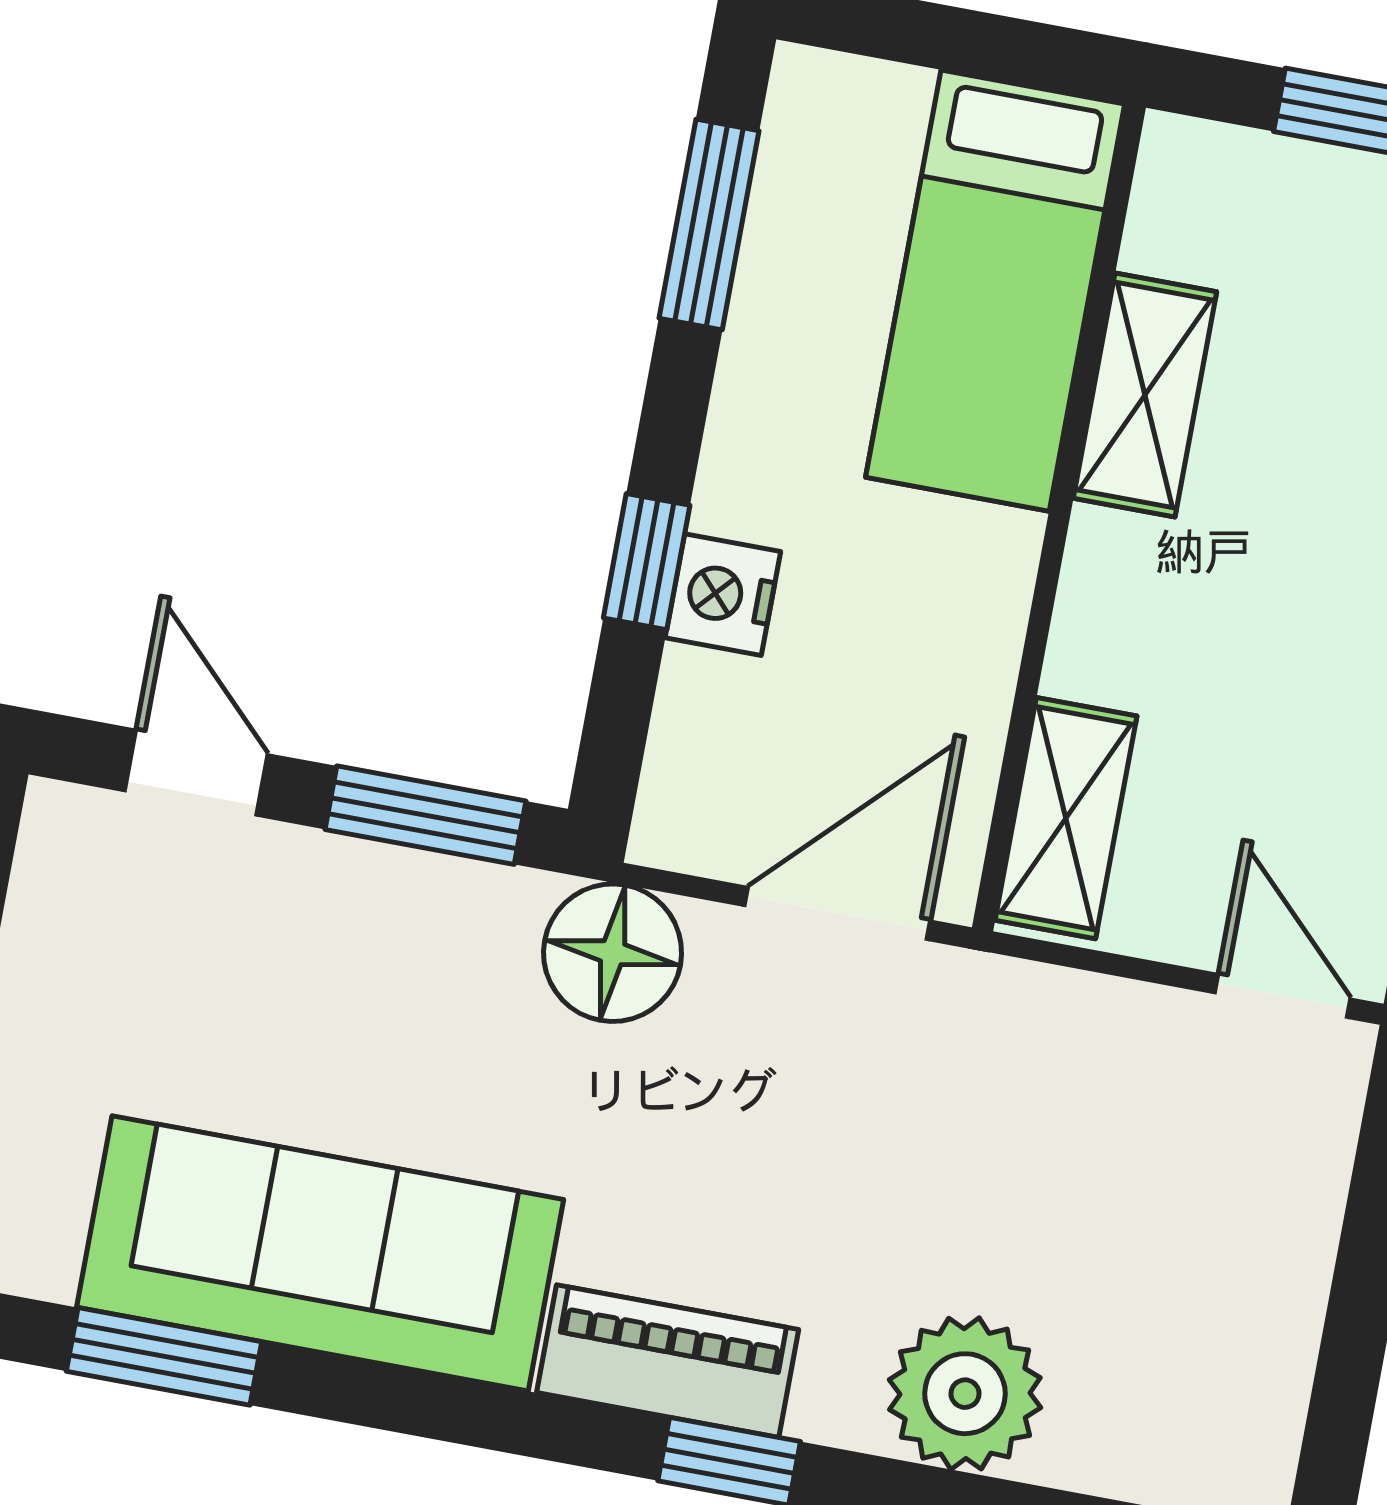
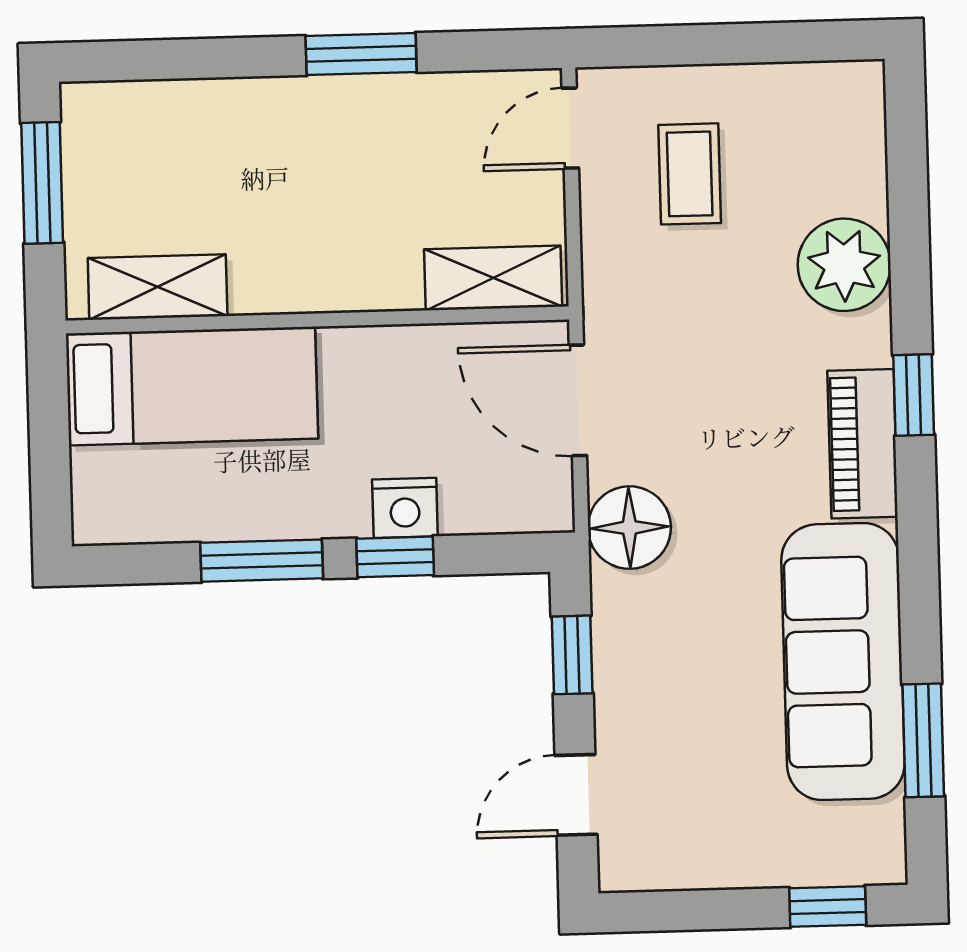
window: (709, 224) -> (262, 561), moved
shelving: (1145, 395) -> (158, 287), moved
window: (425, 815) -> (572, 655), width x0.67
coffee table: (1167, 1174) -> (690, 174), added

